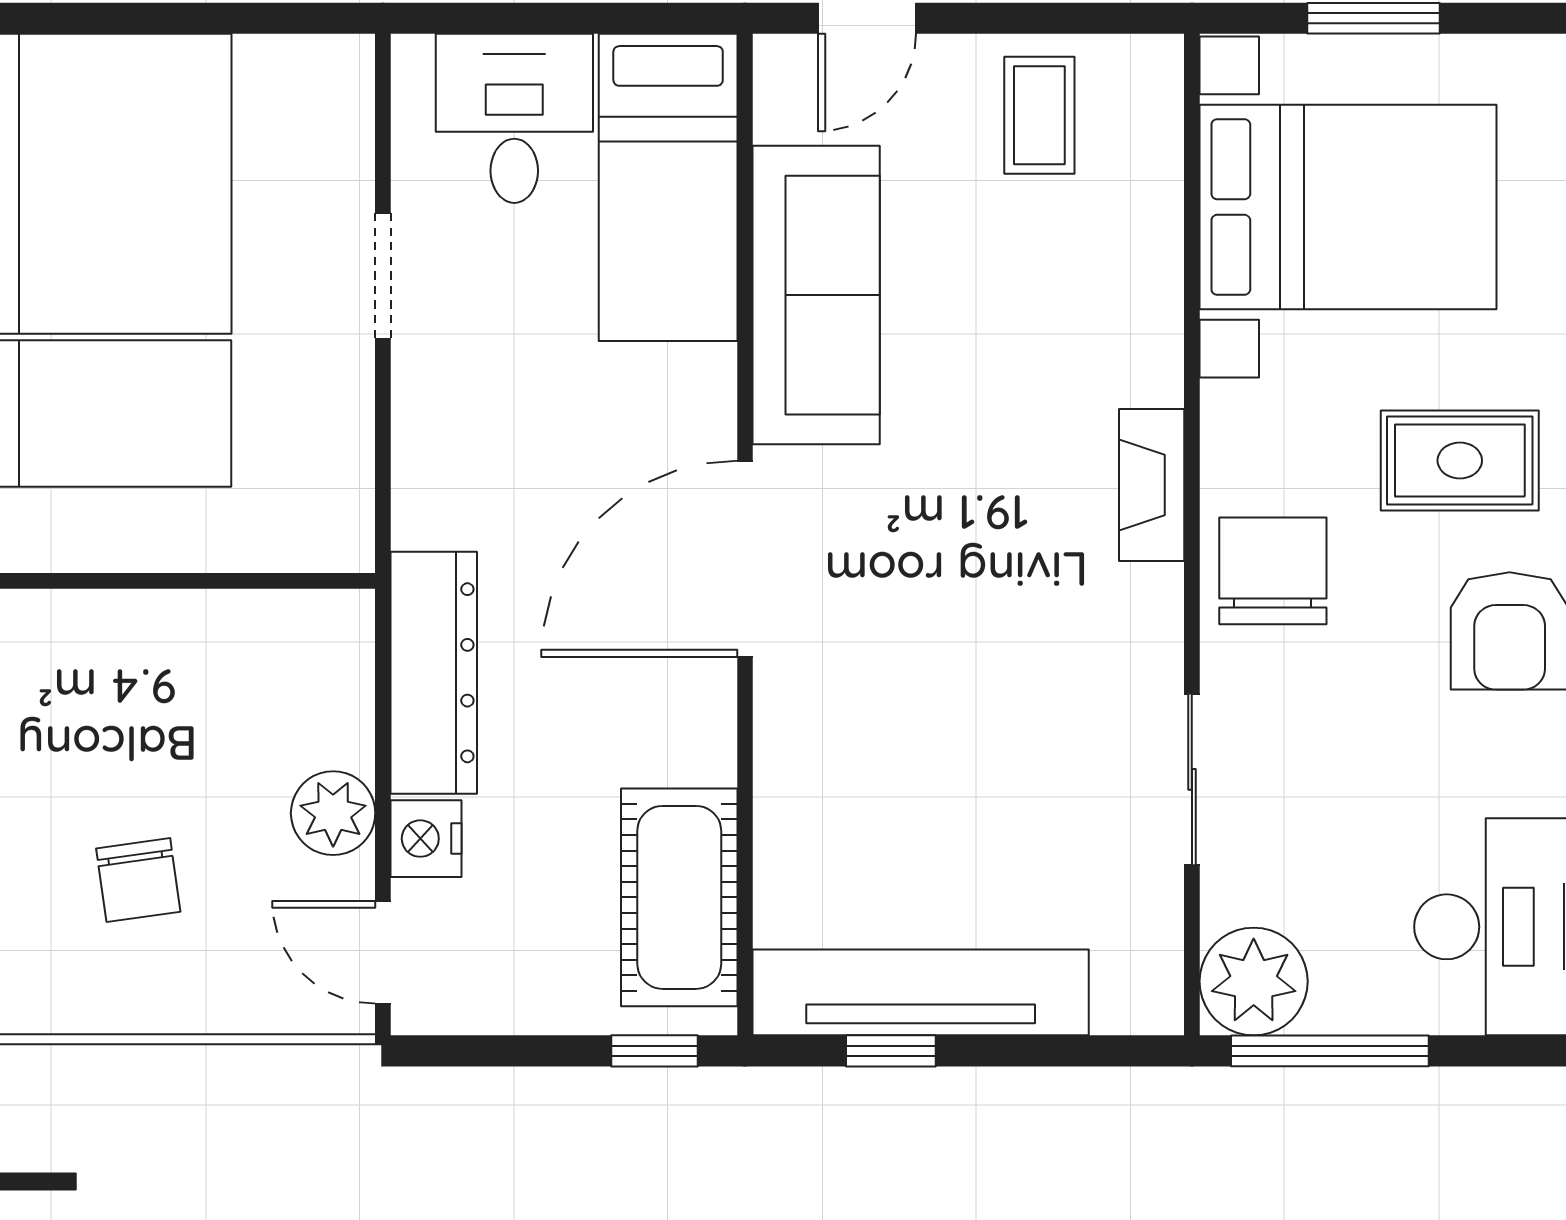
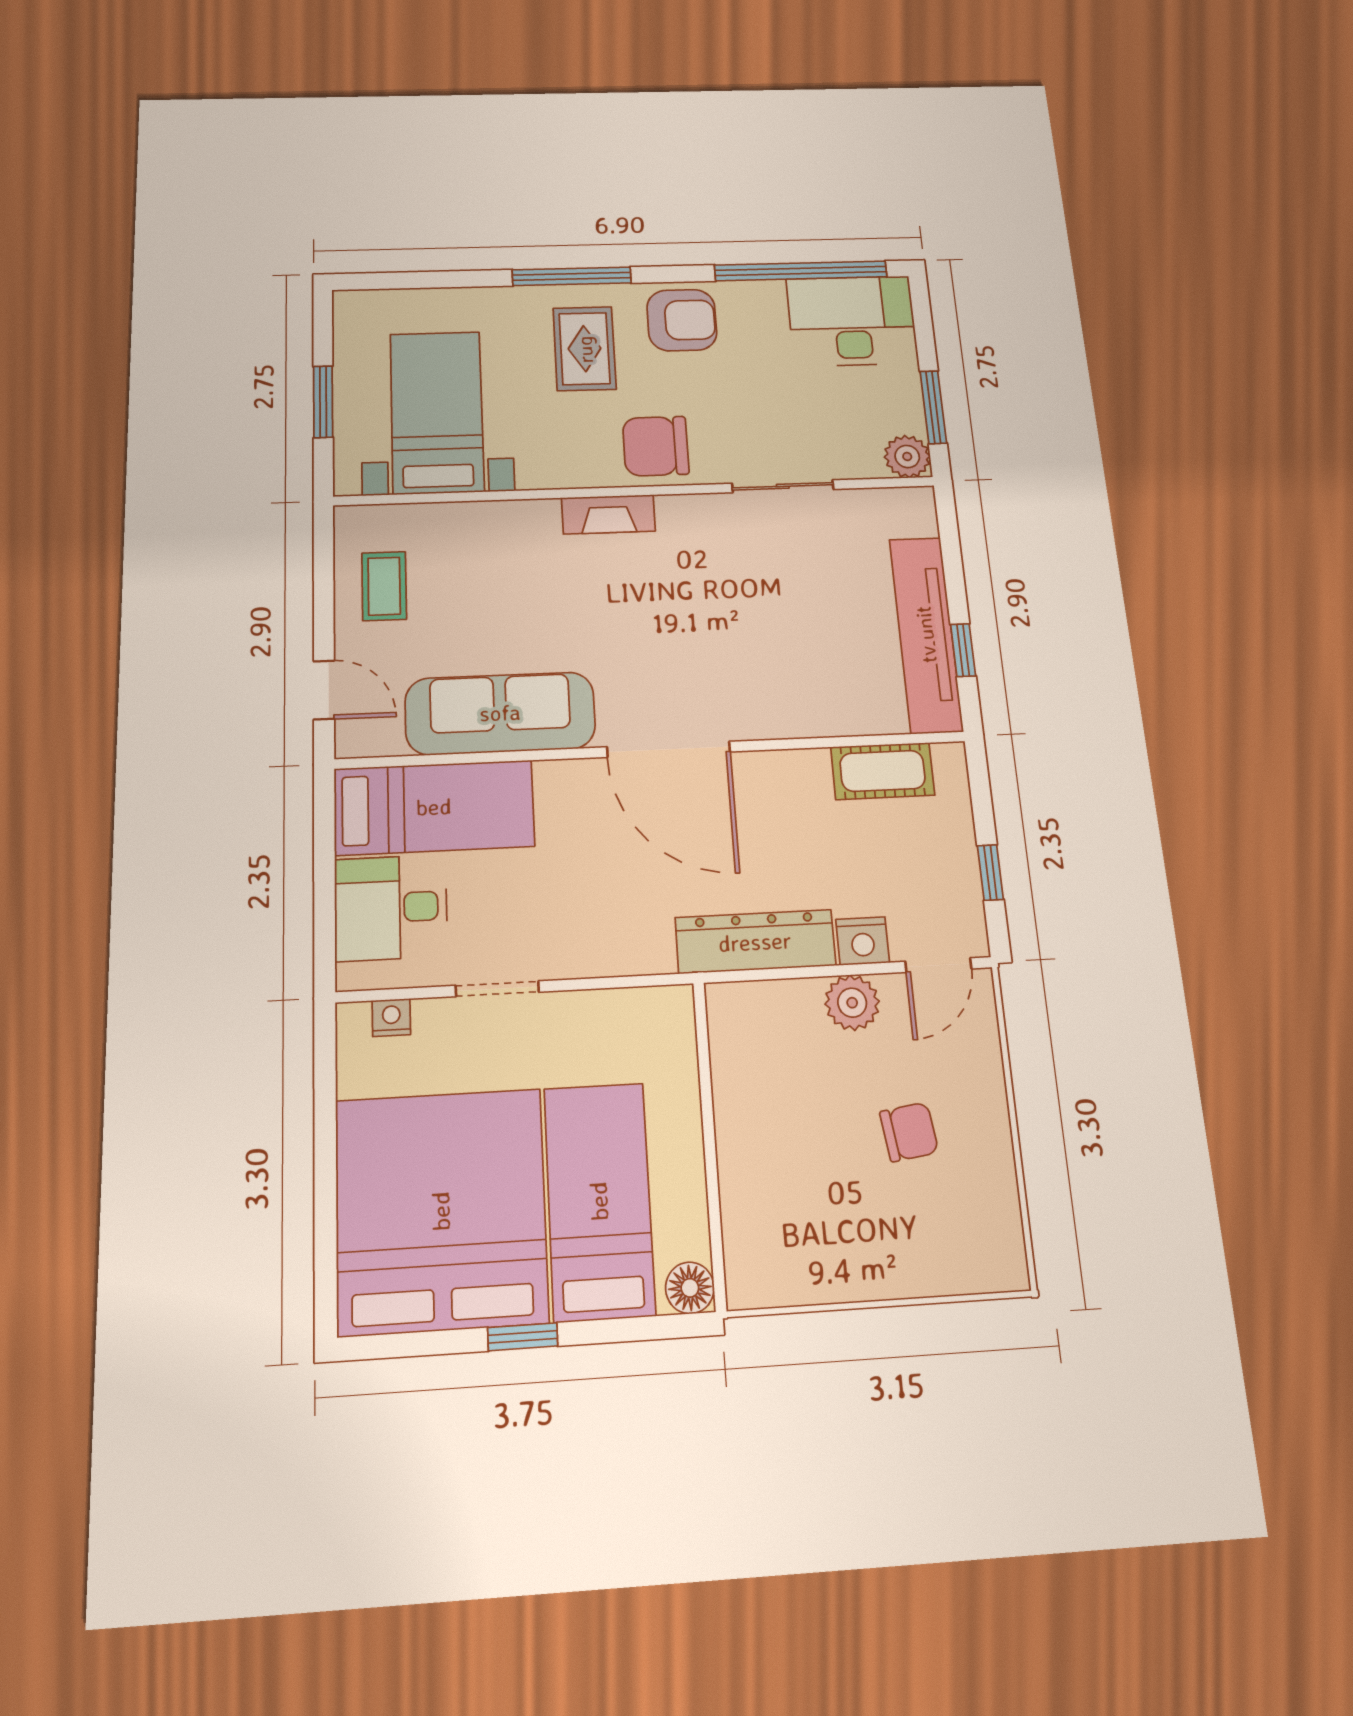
coffee table: (1039, 115) -> (384, 586), turned 90
nightstand: (349, 117) -> (391, 1018), added
bed with nightstands: (1348, 207) -> (437, 412), width x0.73
cot: (679, 897) -> (883, 771), width x0.73, depth x0.75
plant: (1254, 981) -> (907, 457), width x0.73, depth x0.73
window: (655, 1051) -> (990, 873), moved
window: (1330, 1051) -> (933, 407), width x0.69

